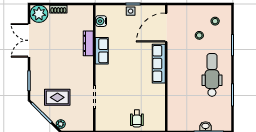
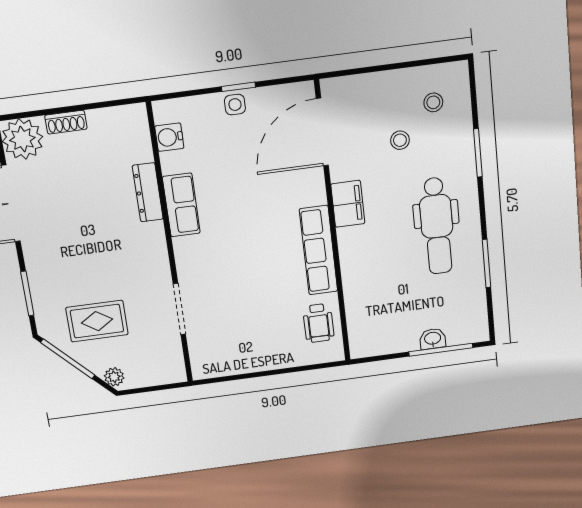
filing cabinet: (174, 60) -> (348, 204), added
row of seats: (159, 64) -> (319, 250), moved
dental chair: (212, 75) -> (437, 226), turned 180
wheelchair: (137, 118) -> (318, 323), moved

